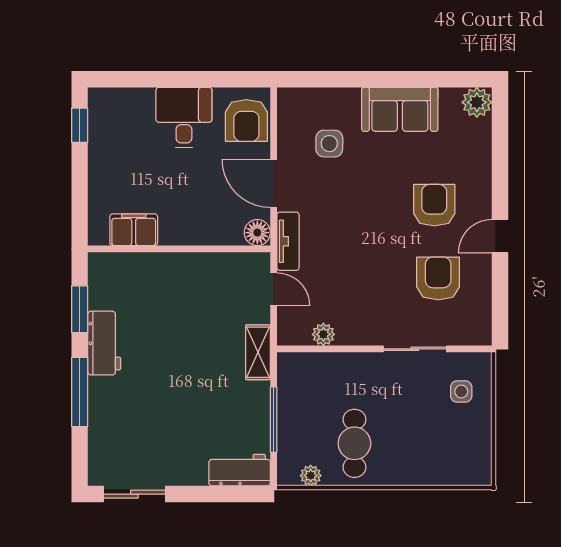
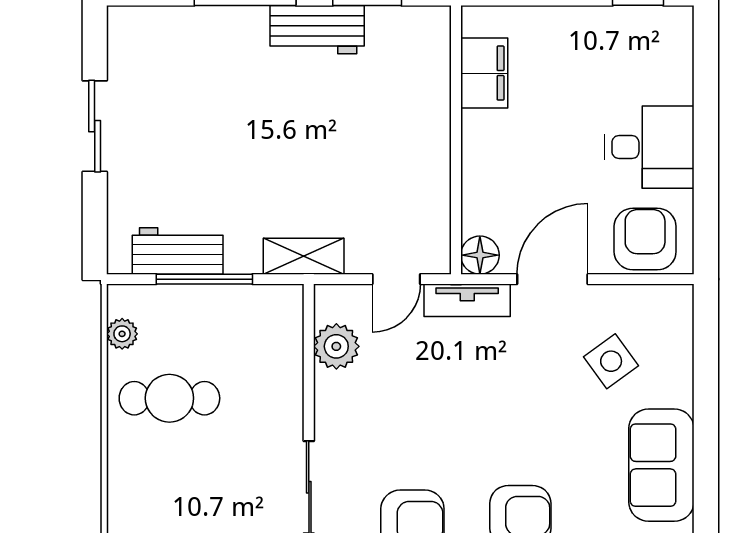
armchair: (246, 120) -> (645, 239), turned 90
side table: (329, 144) -> (611, 361), turned -37
plant: (323, 334) -> (336, 346), width x1.38, depth x1.38
workbench: (240, 470) -> (178, 251), moved, turned -90
sliding door: (134, 494) -> (95, 126), moved

